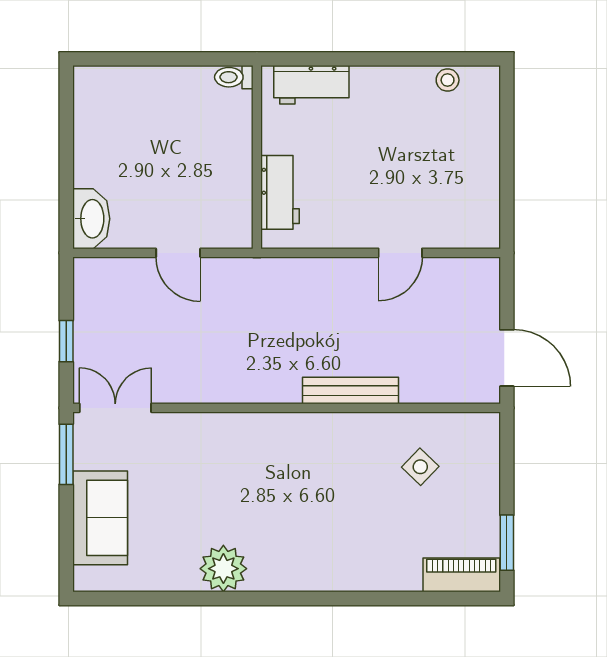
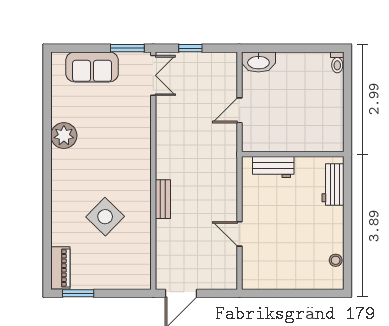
toilet: (234, 77) -> (337, 62), moved, turned 180
bench: (350, 390) -> (163, 199), width x0.73
side table: (420, 467) -> (105, 217), moved, width x1.87, depth x1.87

